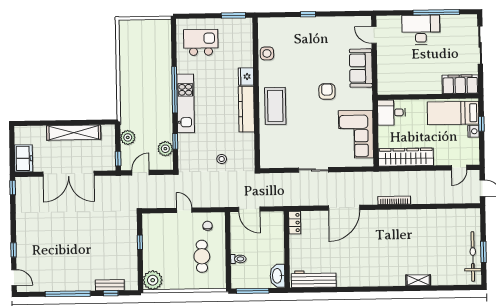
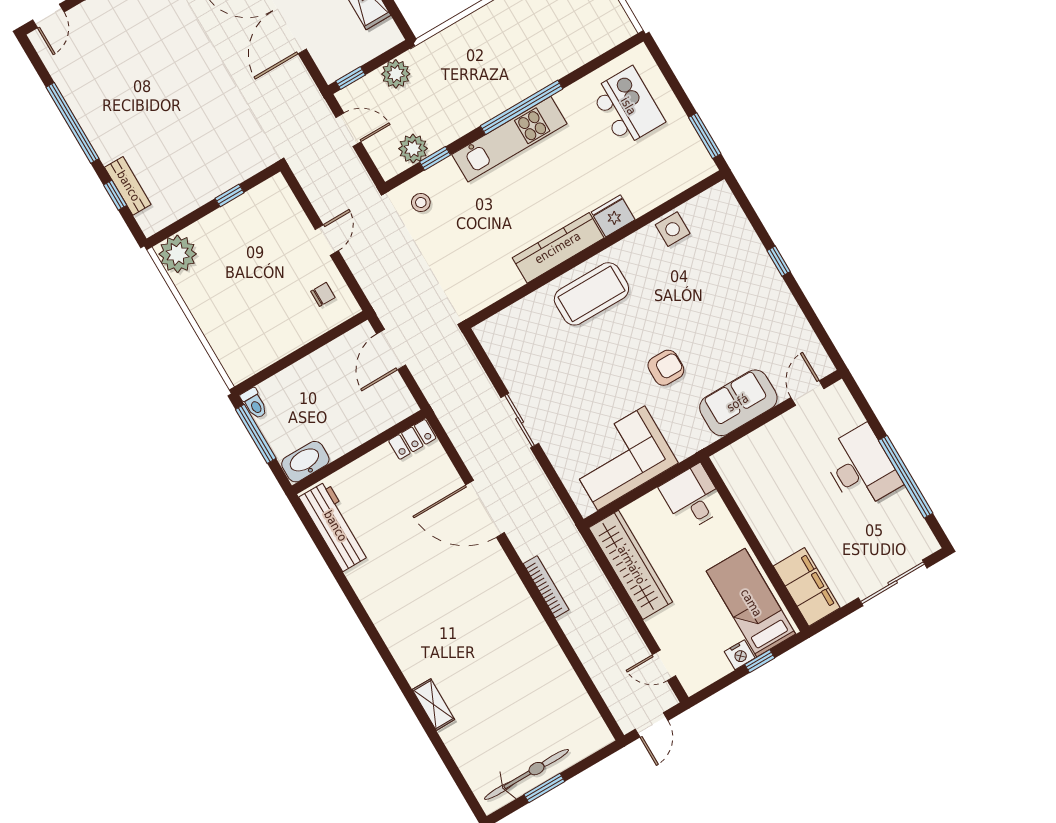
stool: (222, 159) -> (421, 203), moved
cafe table: (202, 256) -> (266, 314), removed
toilet: (238, 259) -> (254, 404), moved

